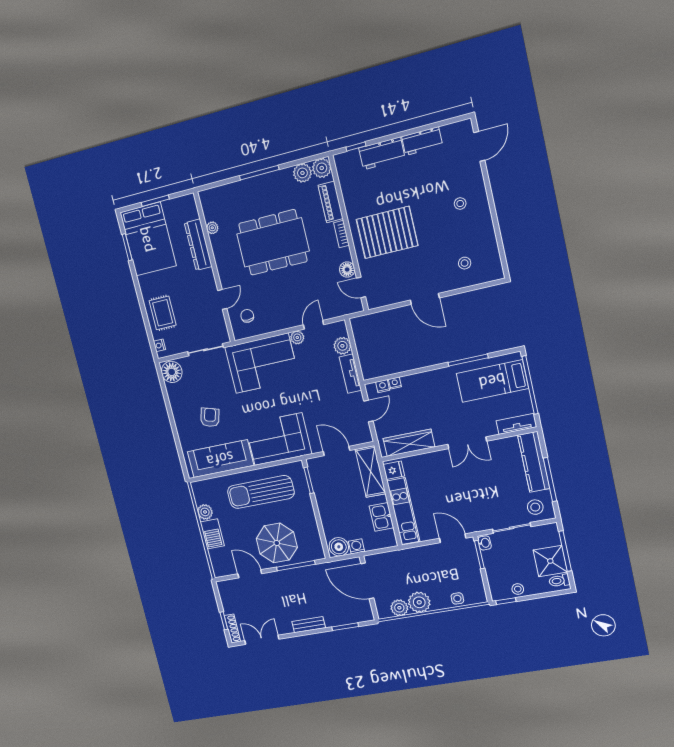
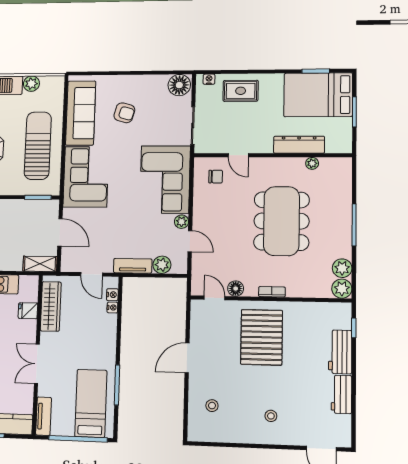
piano: (331, 202) -> (306, 289), removed
door: (361, 287) -> (214, 298), hinge flipped
door: (336, 451) -> (60, 232), hinge flipped
fridge: (394, 470) -> (28, 311), moved, turned 90
shelving: (370, 472) -> (40, 264), width x0.67, depth x0.75

